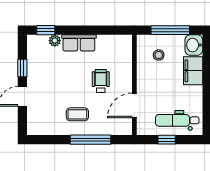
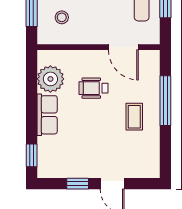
plant: (55, 41) -> (50, 79), moved, width x1.87, depth x1.87

